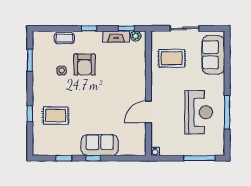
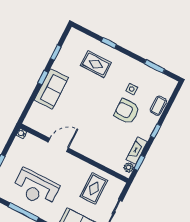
door: (148, 112) -> (58, 145), hinge flipped
rug: (56, 116) -> (96, 64), turned 90

